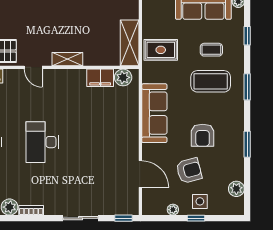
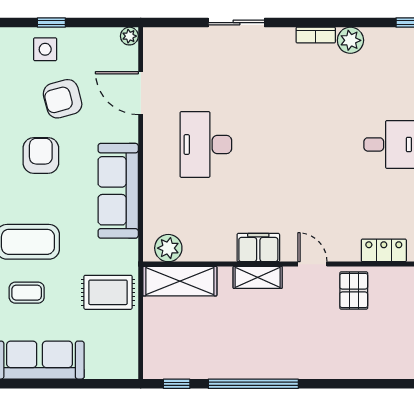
shelving: (130, 43) -> (180, 281), moved, turned 90
filing cabinet: (100, 78) -> (258, 248), moved
desk: (42, 142) -> (206, 144), moved, turned 180
plant: (173, 210) -> (129, 36), moved
window: (124, 218) -> (168, 23), removed

